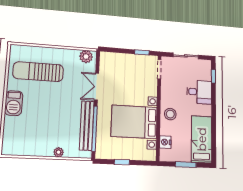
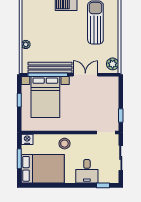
bed with nightstands: (134, 122) -> (45, 97), moved, turned 180
bed: (202, 139) -> (43, 169), width x1.50
nightstand: (165, 142) -> (27, 139), moved

